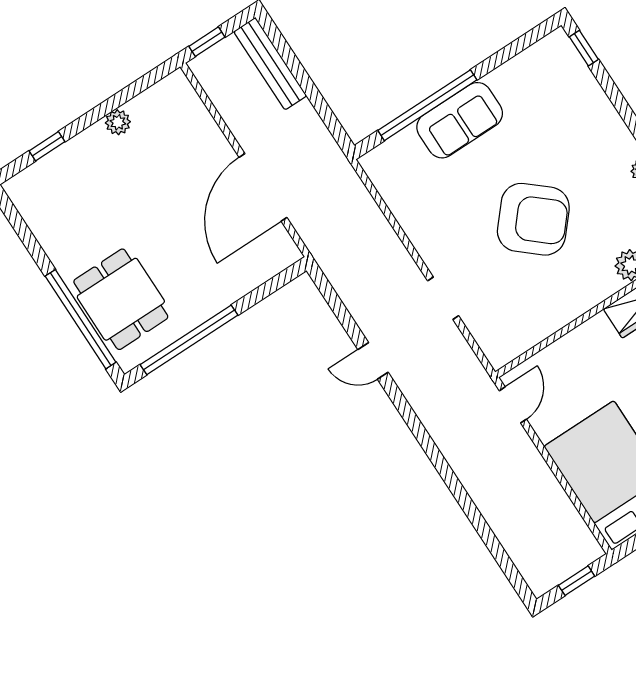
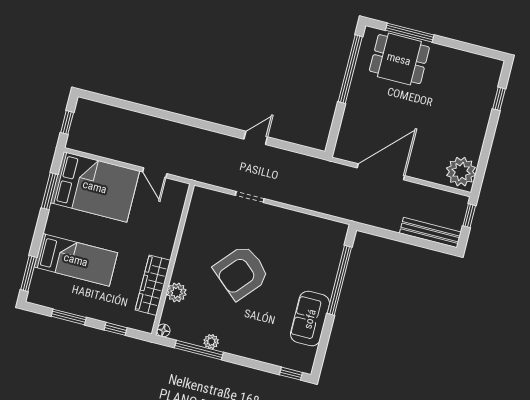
sofa: (460, 120) -> (310, 319), moved
plant: (118, 122) -> (461, 172), moved, width x1.87, depth x1.87
door: (263, 187) -> (381, 172), hinge flipped
window: (81, 319) -> (410, 33), width x0.68
door: (513, 405) -> (155, 173), moved

